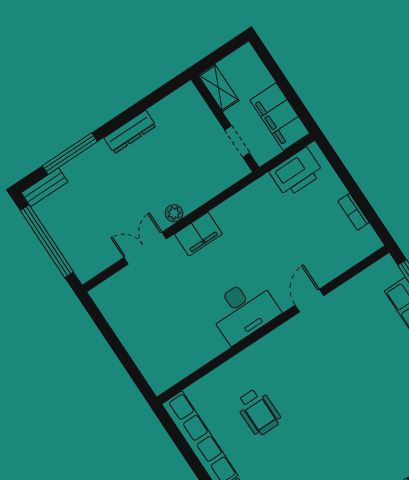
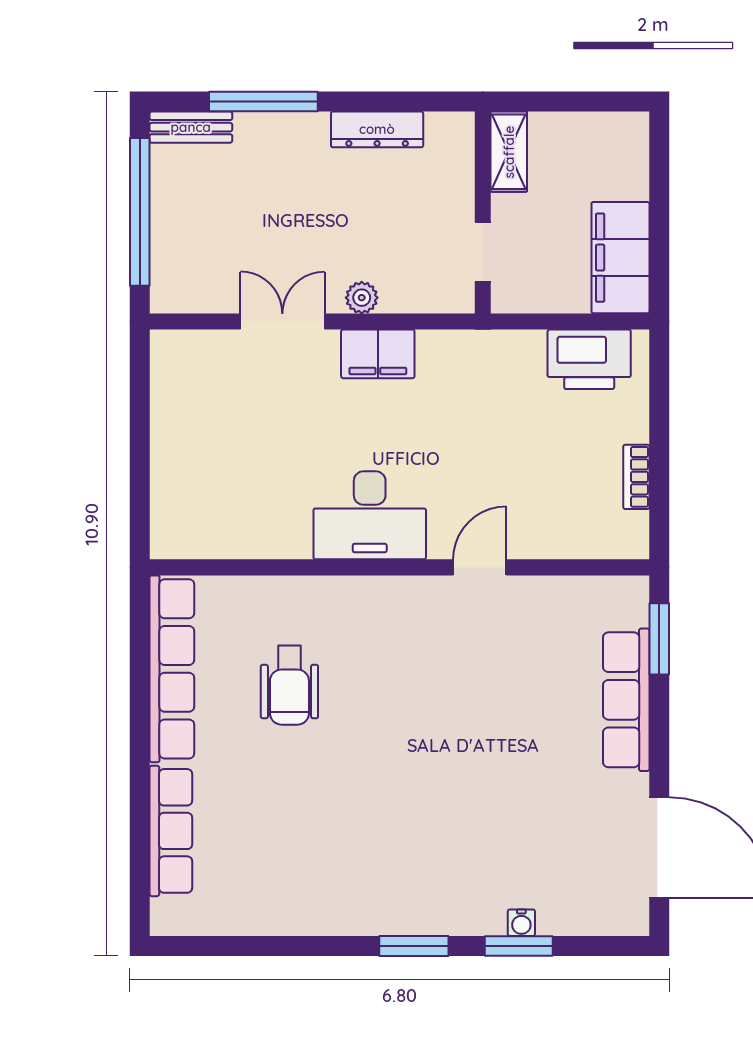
shelving: (219, 88) -> (509, 152), moved
wall: (225, 123) -> (483, 213), moved
doorway: (237, 141) -> (483, 252), moved

